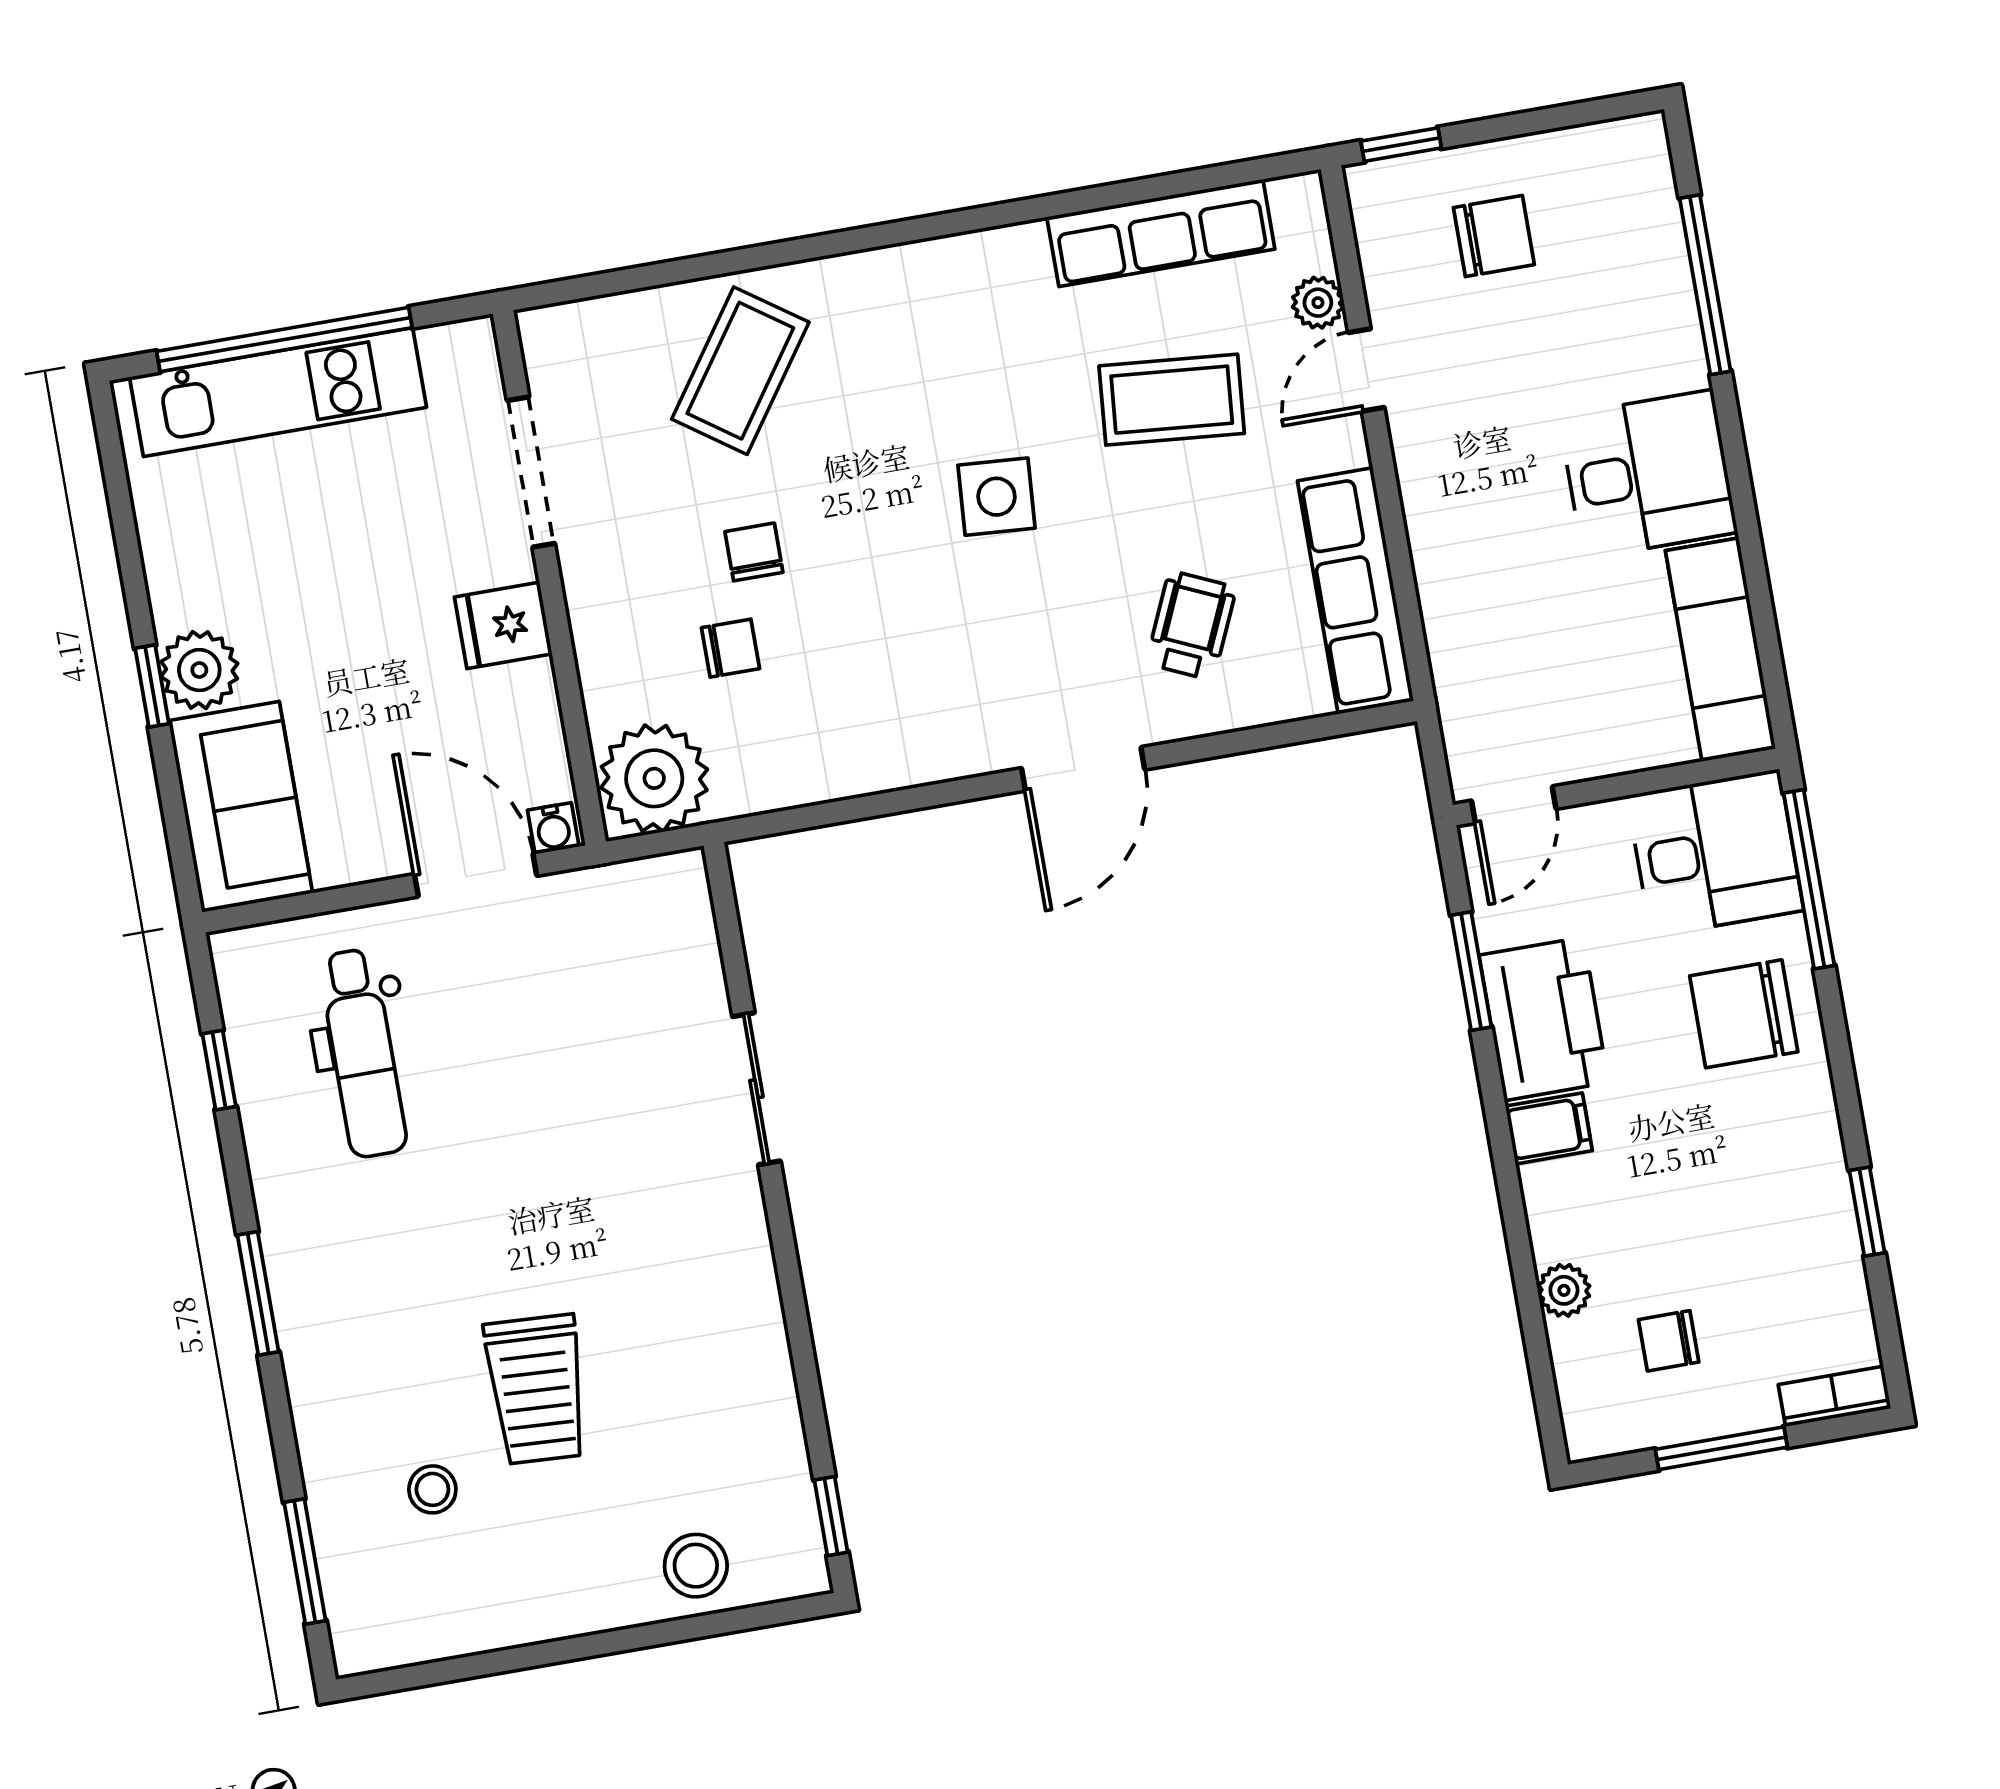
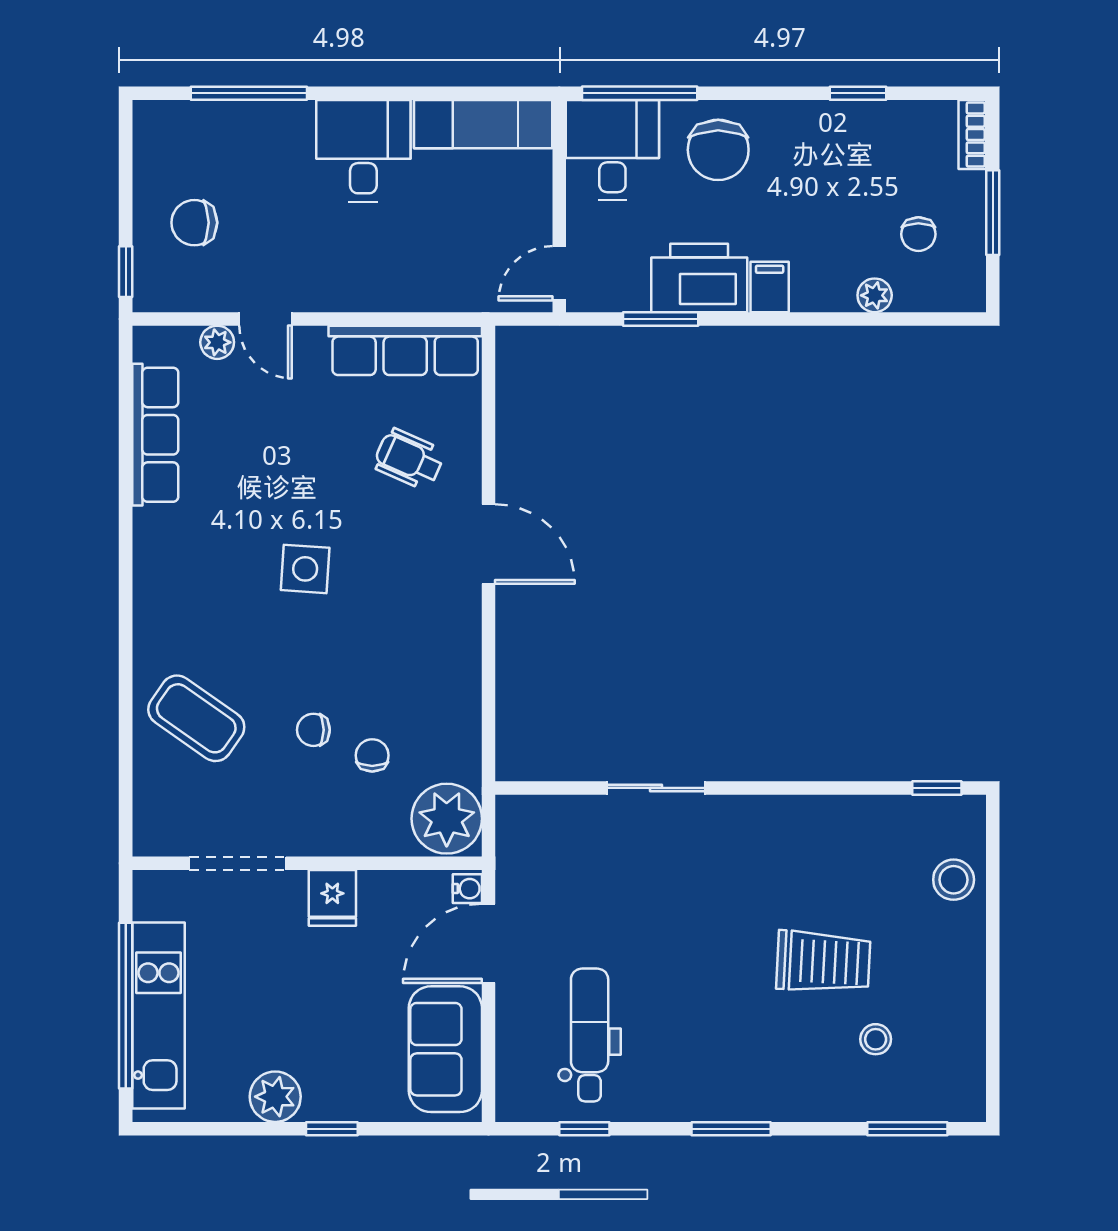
chair: (1494, 236) -> (194, 223), turned -90
coffee table: (1172, 400) -> (263, 446), removed
plant: (199, 670) -> (275, 1097), moved
door: (1514, 805) -> (559, 273), swing flipped
sofa: (241, 807) -> (445, 1049), moved, turned -90
dental chair: (363, 1053) -> (590, 1035), turned -90

